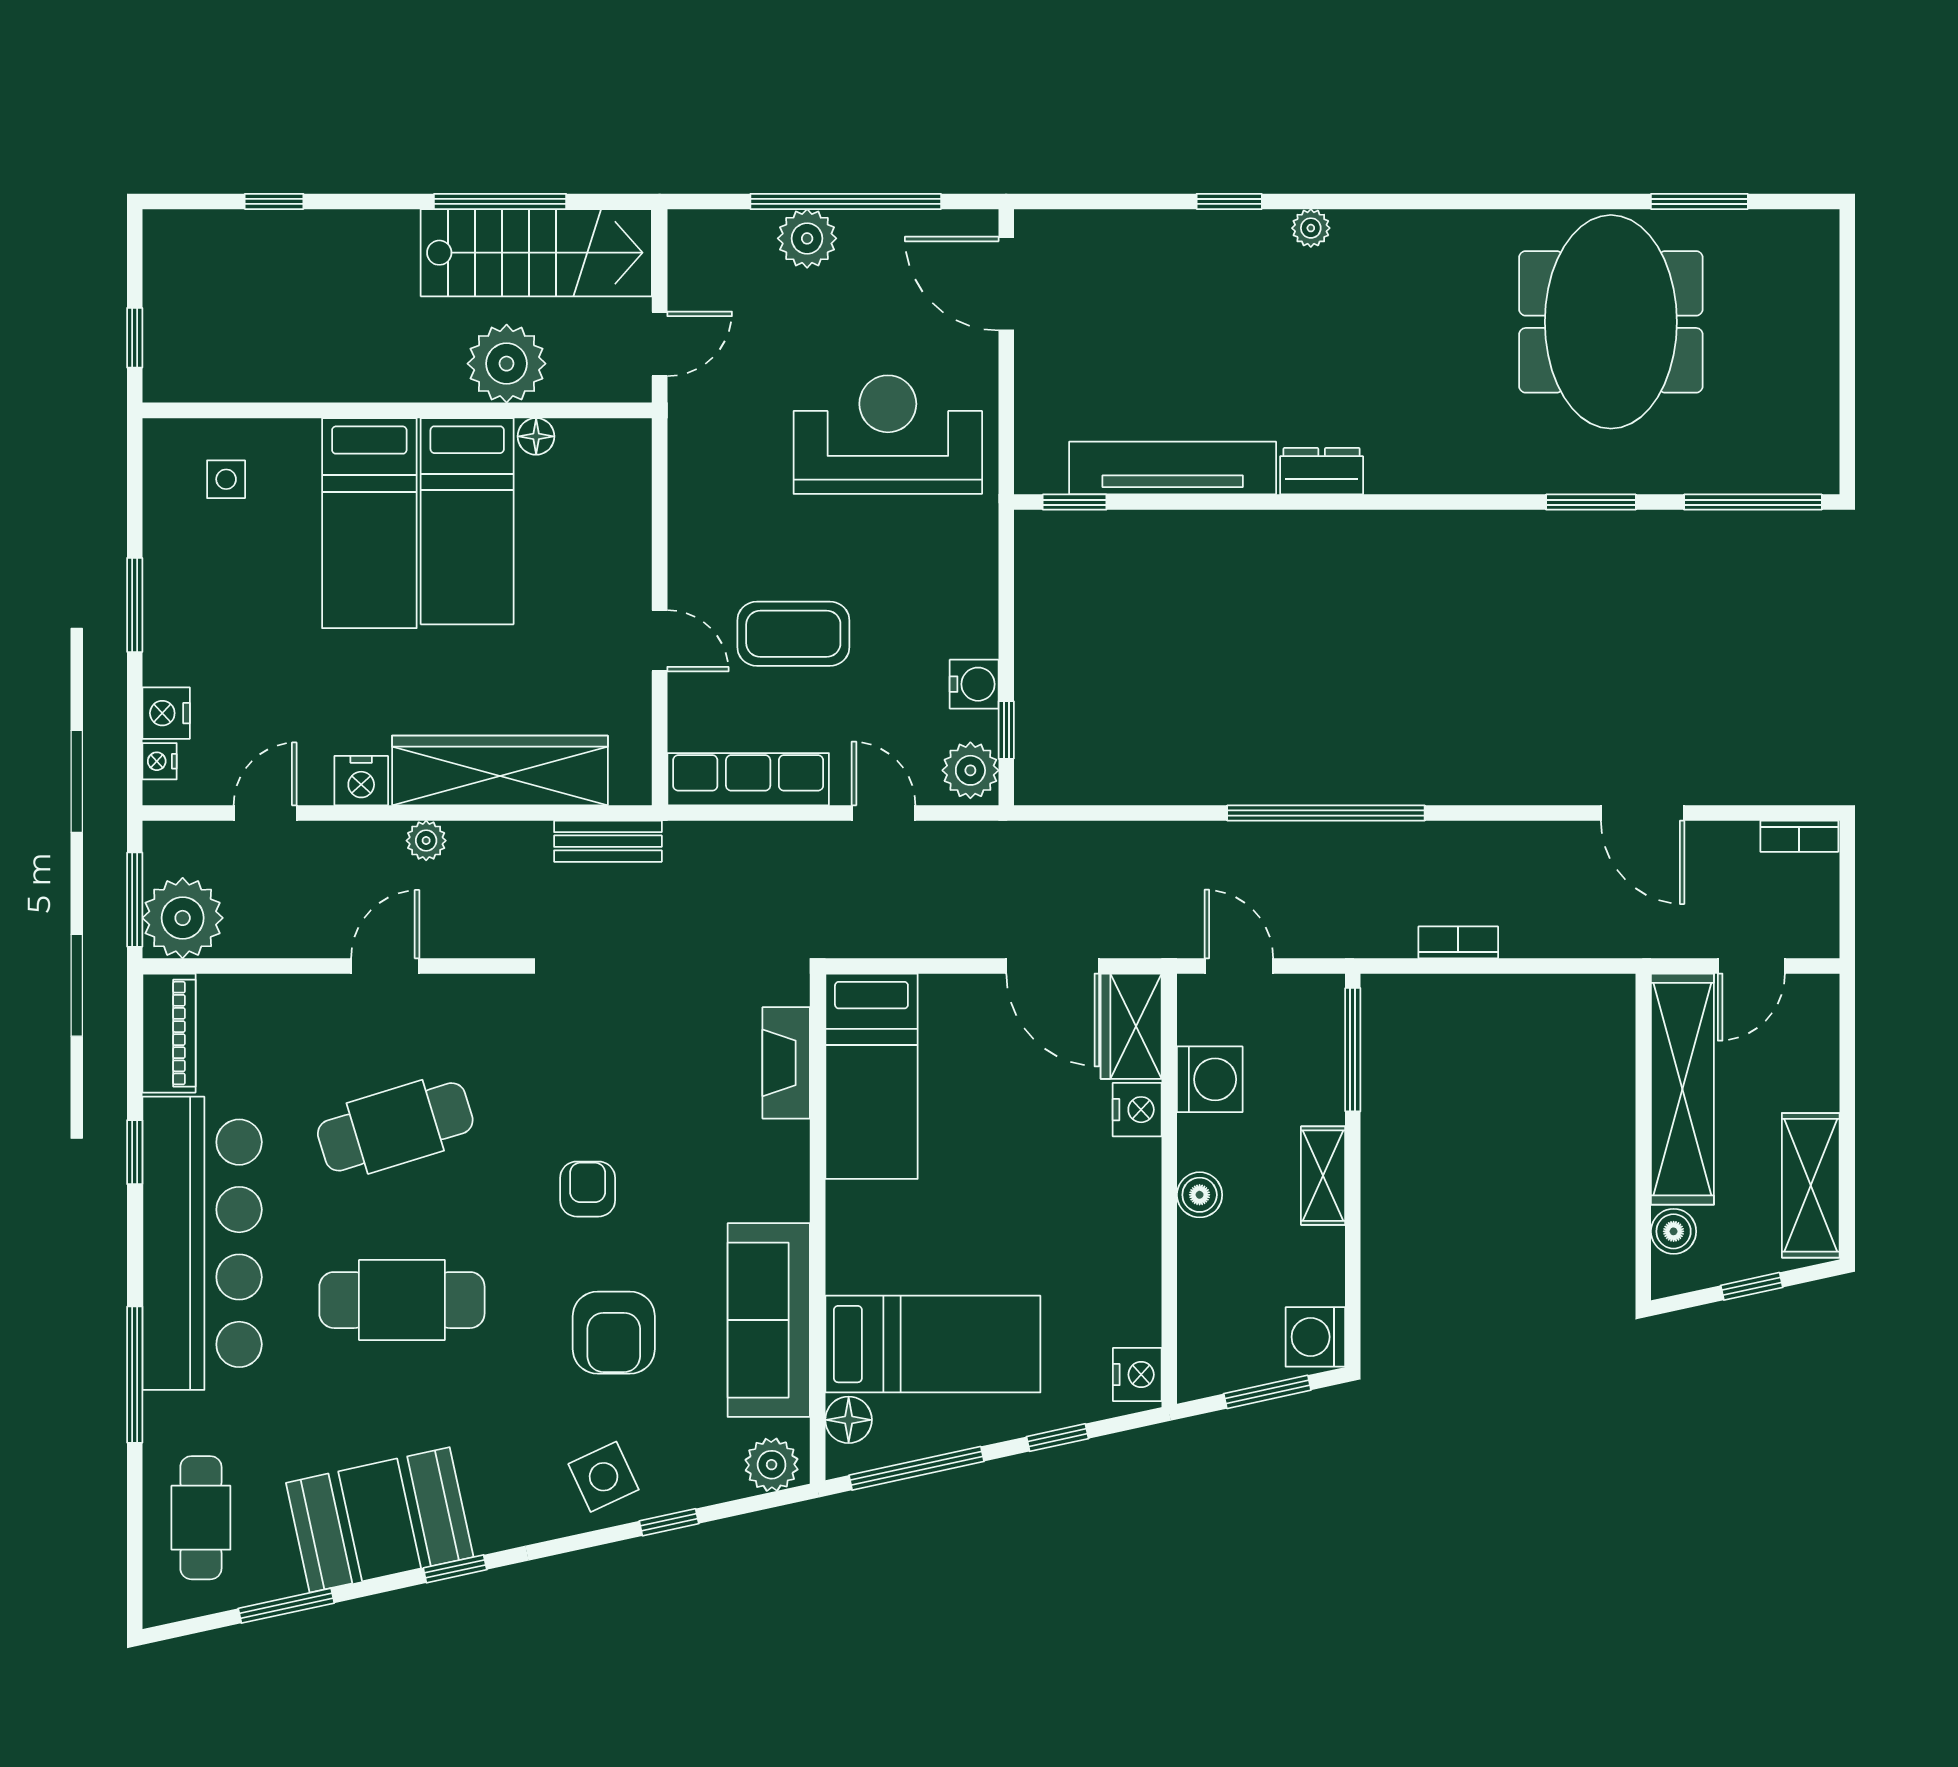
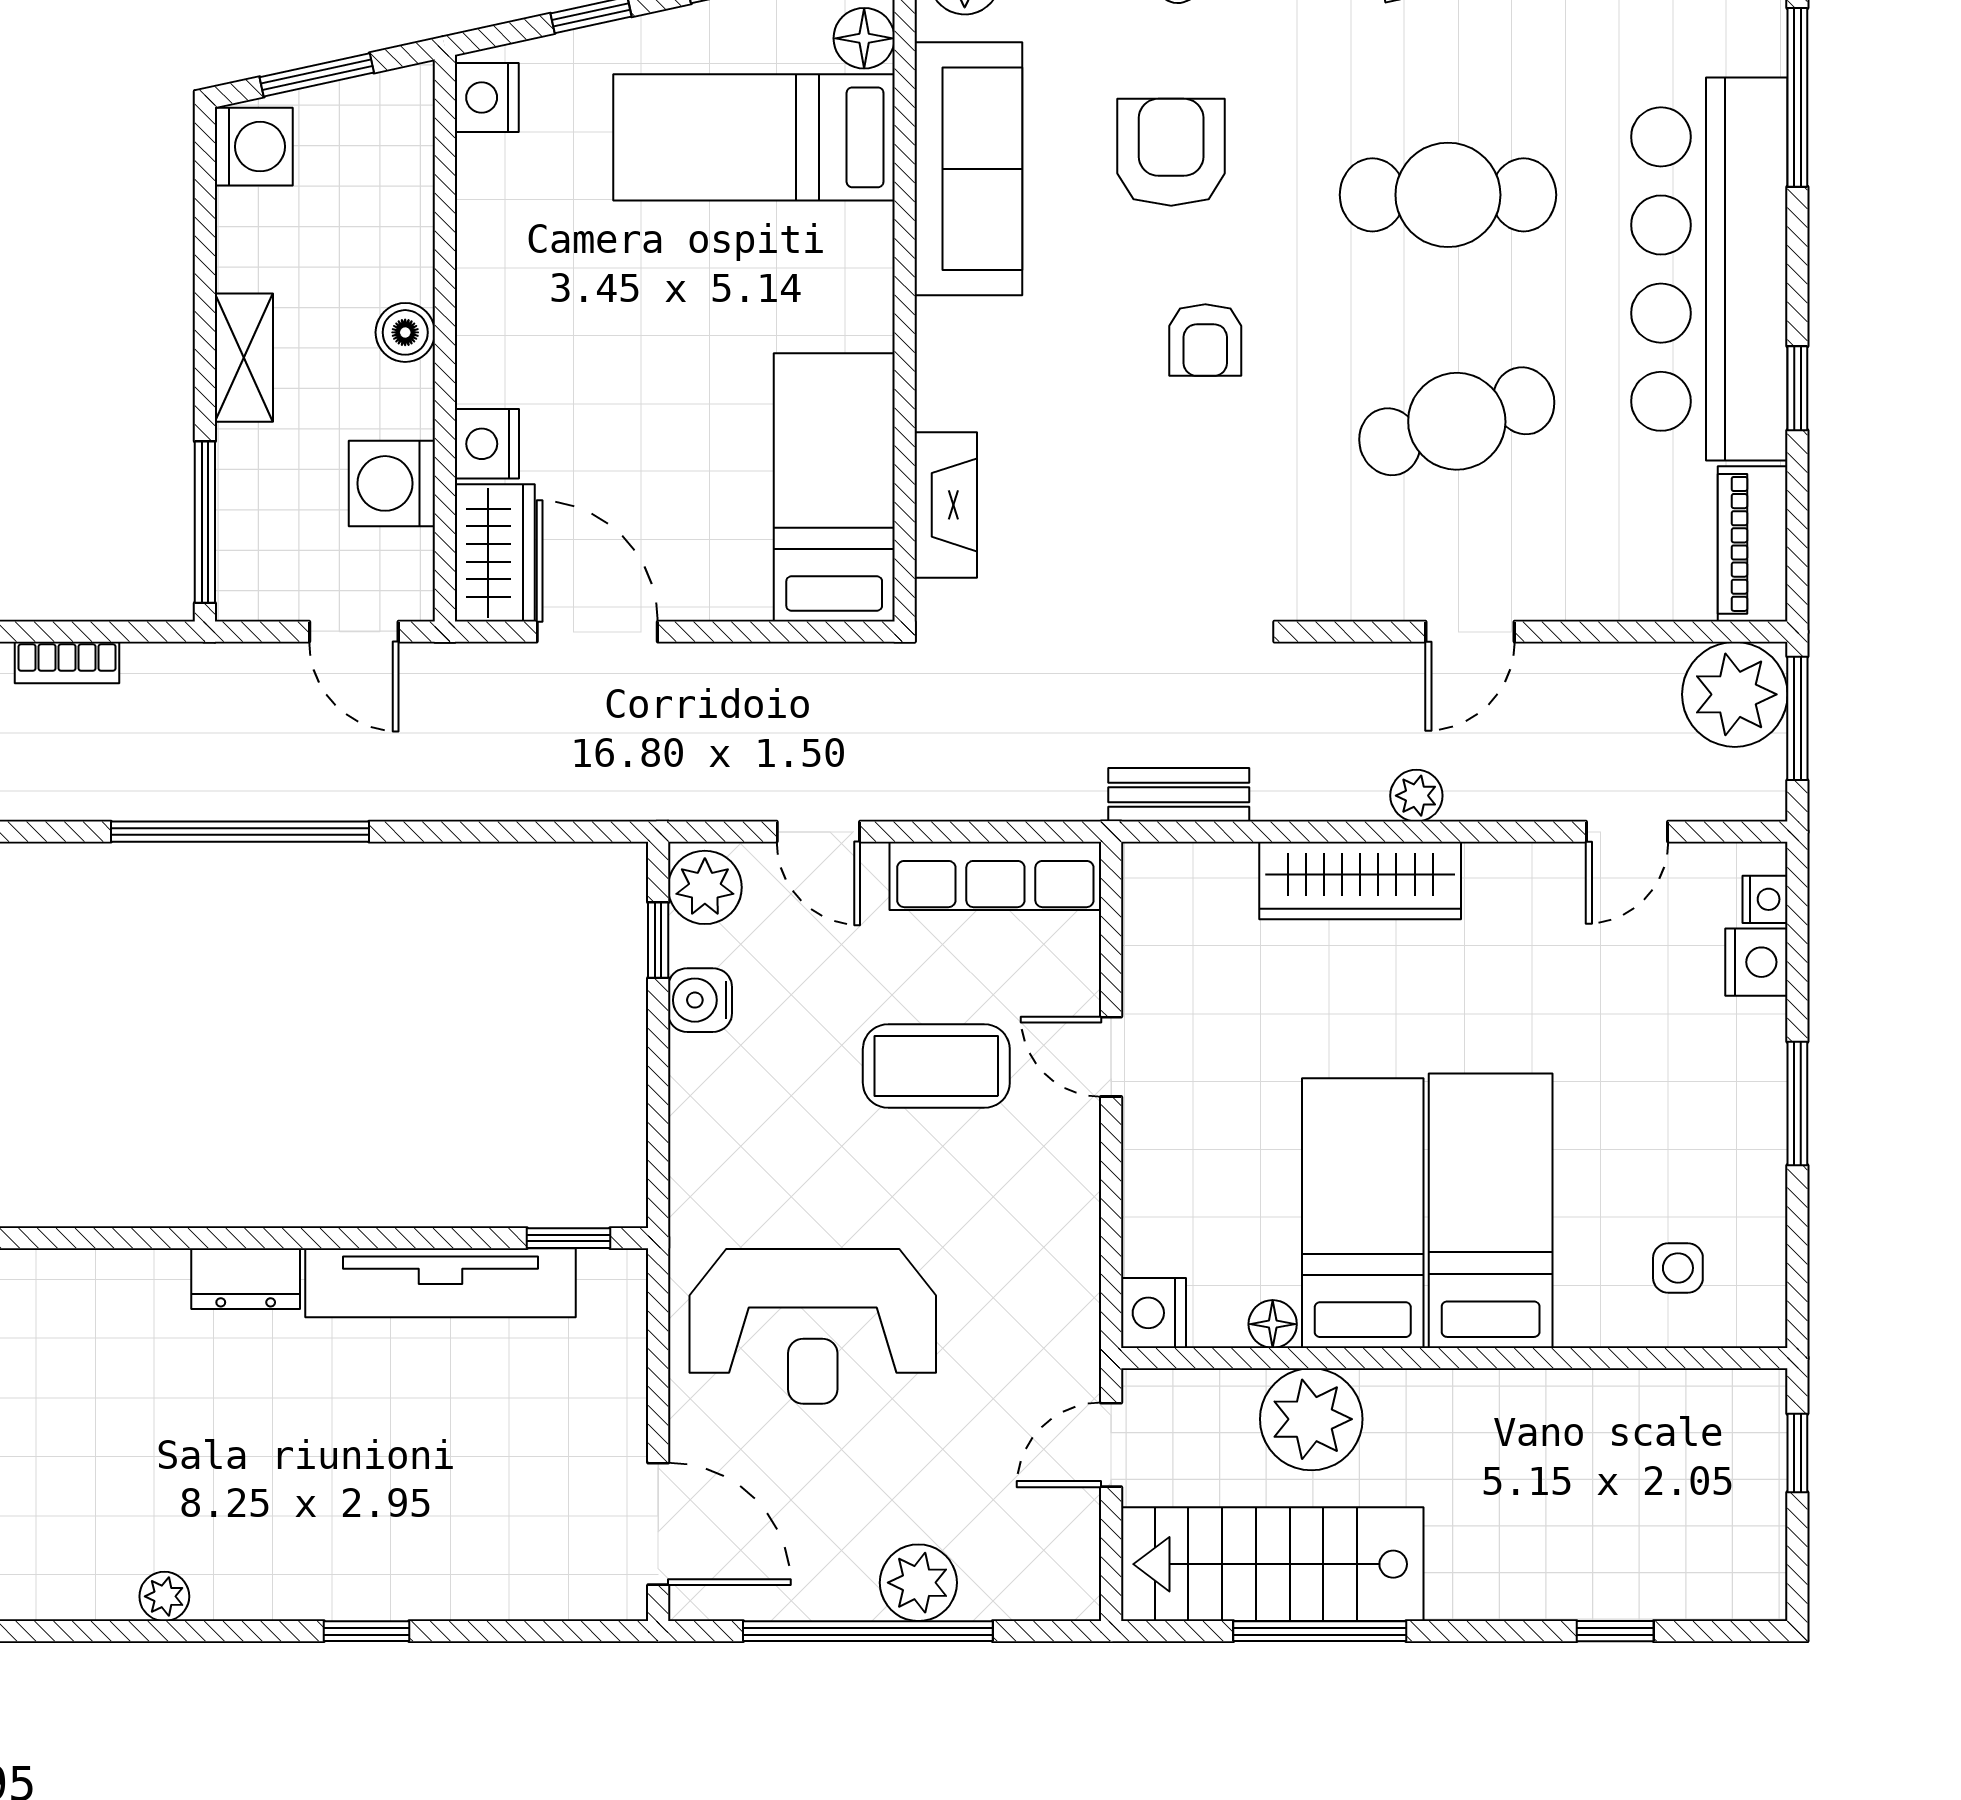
plant: (1311, 228) -> (164, 1596), moved
wardrobe: (500, 770) -> (1360, 881), width x0.71, depth x0.85
nightstand: (361, 781) -> (1153, 1313), moved, turned -90

